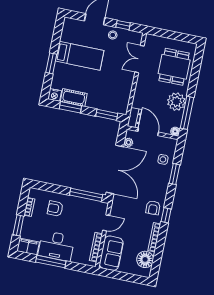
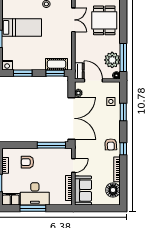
double door: (139, 59) -> (73, 20), swing flipped
cot: (74, 98) -> (57, 64), moved
plant: (176, 102) -> (112, 60), moved

